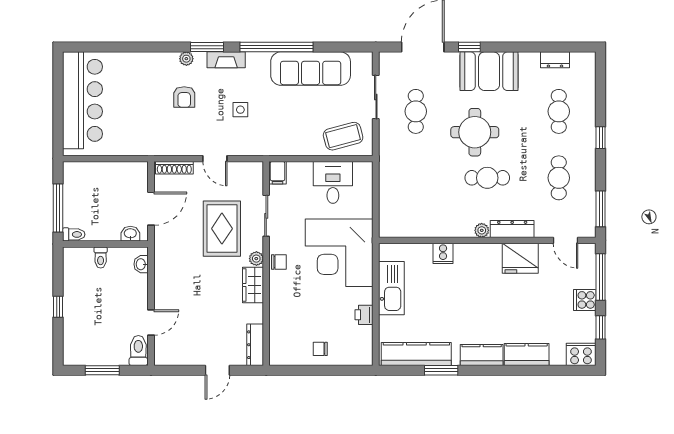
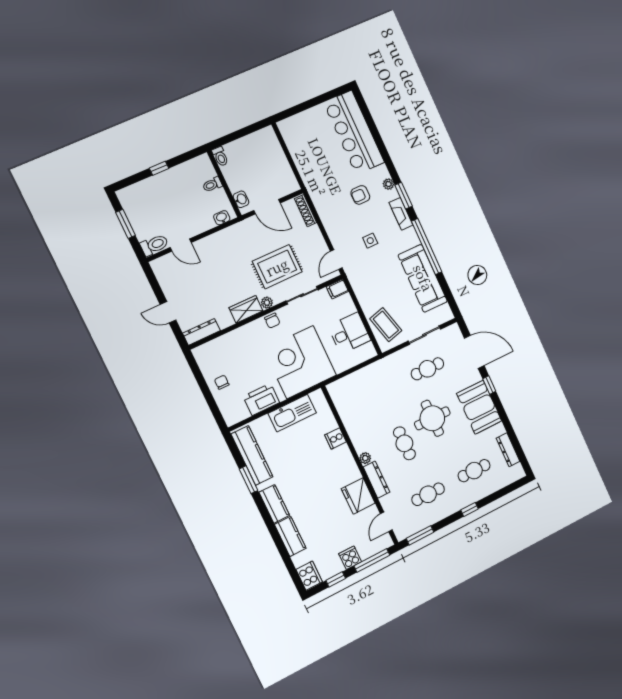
dresser: (555, 60) -> (508, 450), width x1.44
bar counter: (83, 100) -> (354, 132), moved, turned 90
door: (215, 159) -> (336, 260), moved
window: (58, 208) -> (235, 136), removed
printer: (364, 315) -> (261, 399), width x1.87, depth x1.48

